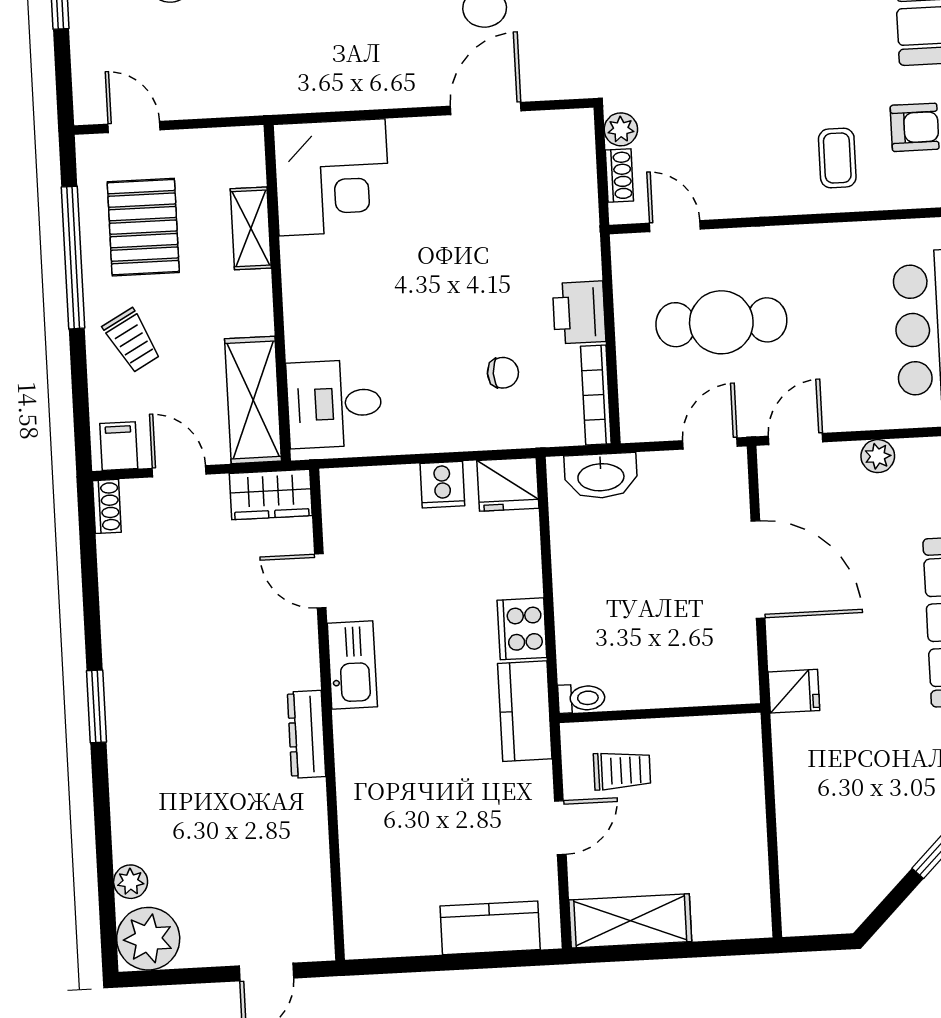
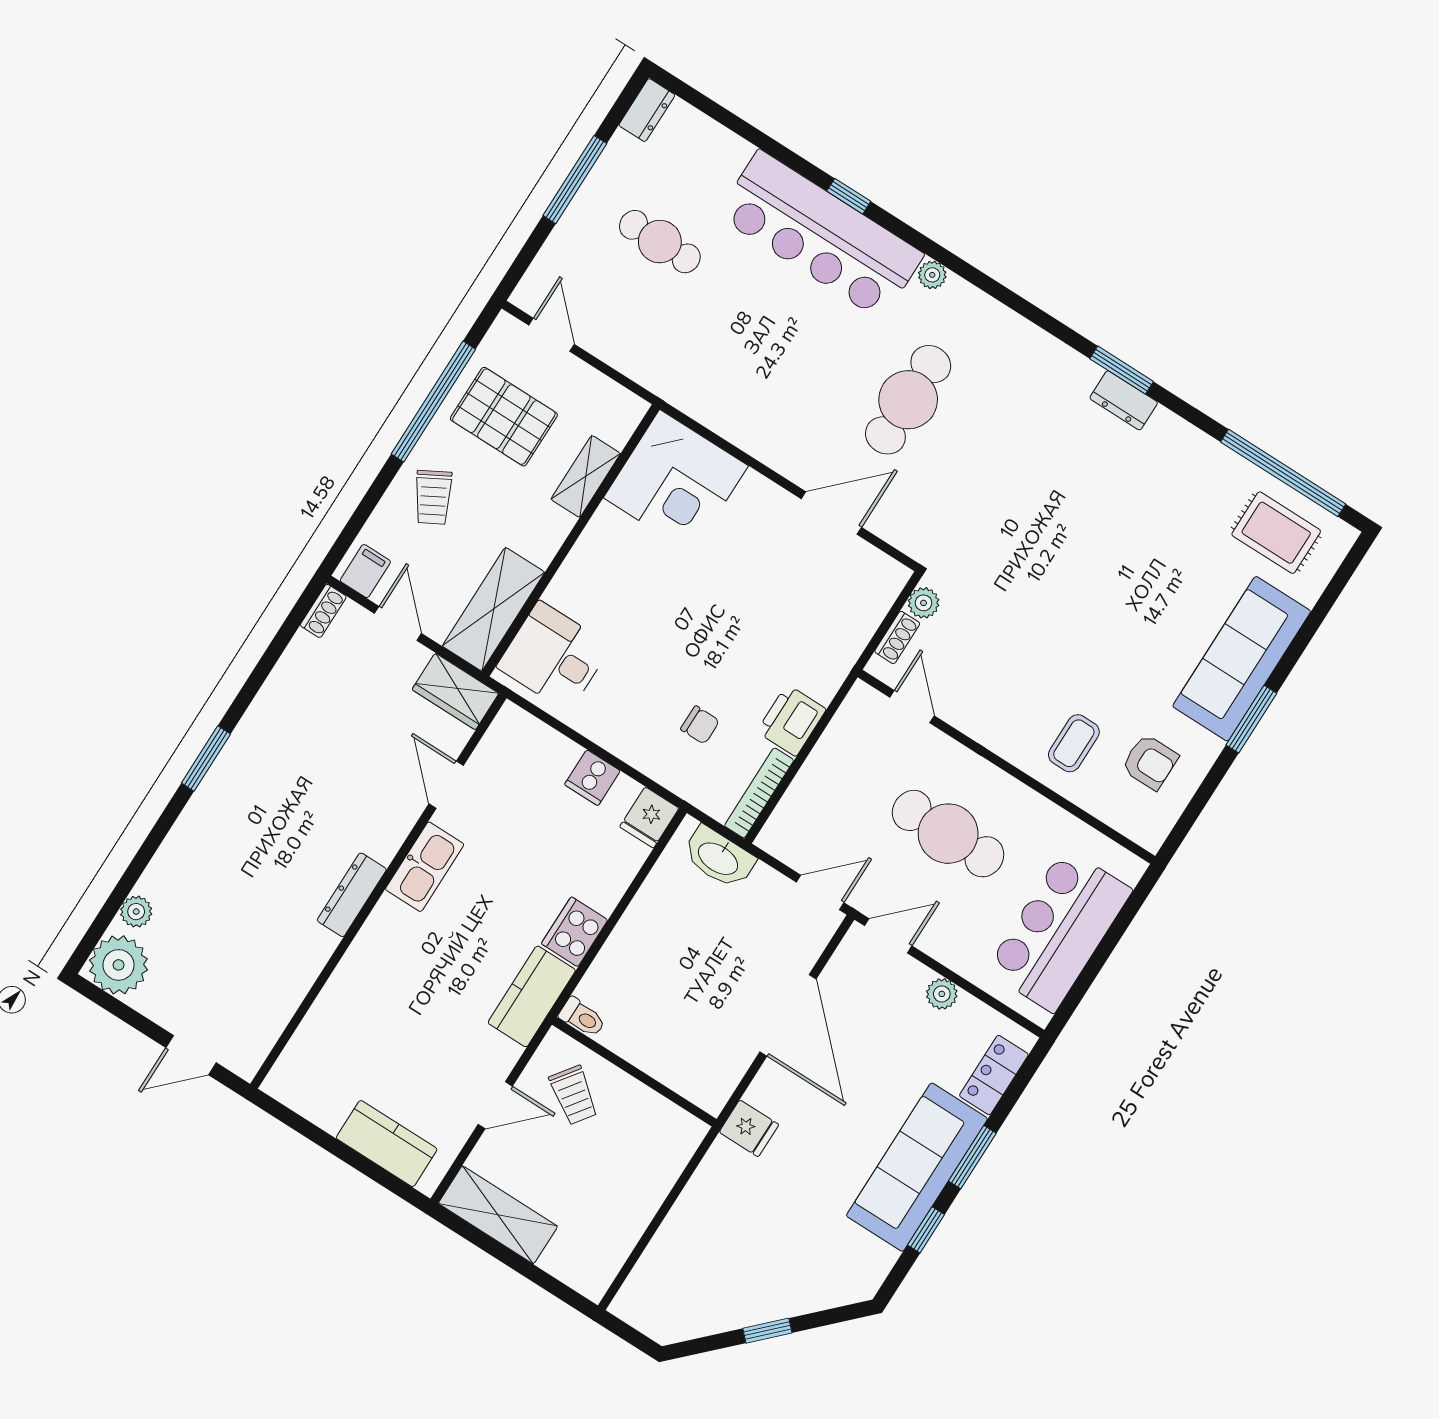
pallet: (143, 227) -> (504, 417), turned 90
cafe table: (721, 322) -> (948, 834), moved
fridge: (508, 484) -> (649, 817), width x0.72
trolley: (622, 771) -> (574, 1095), turned 36

